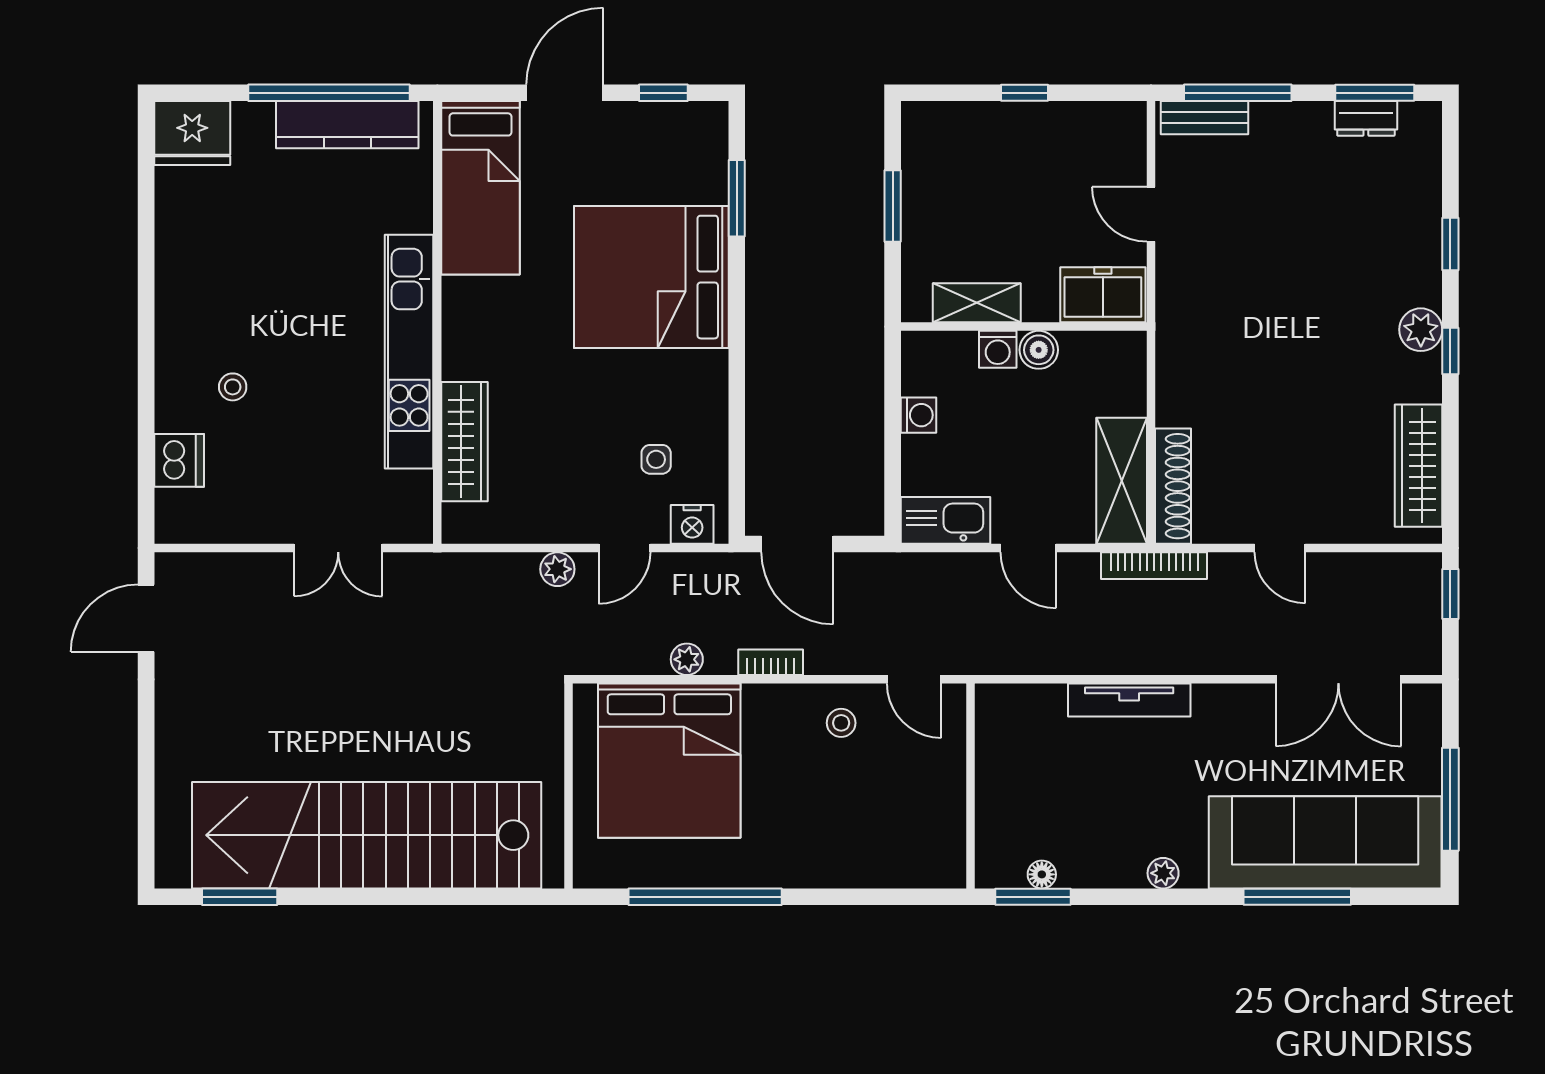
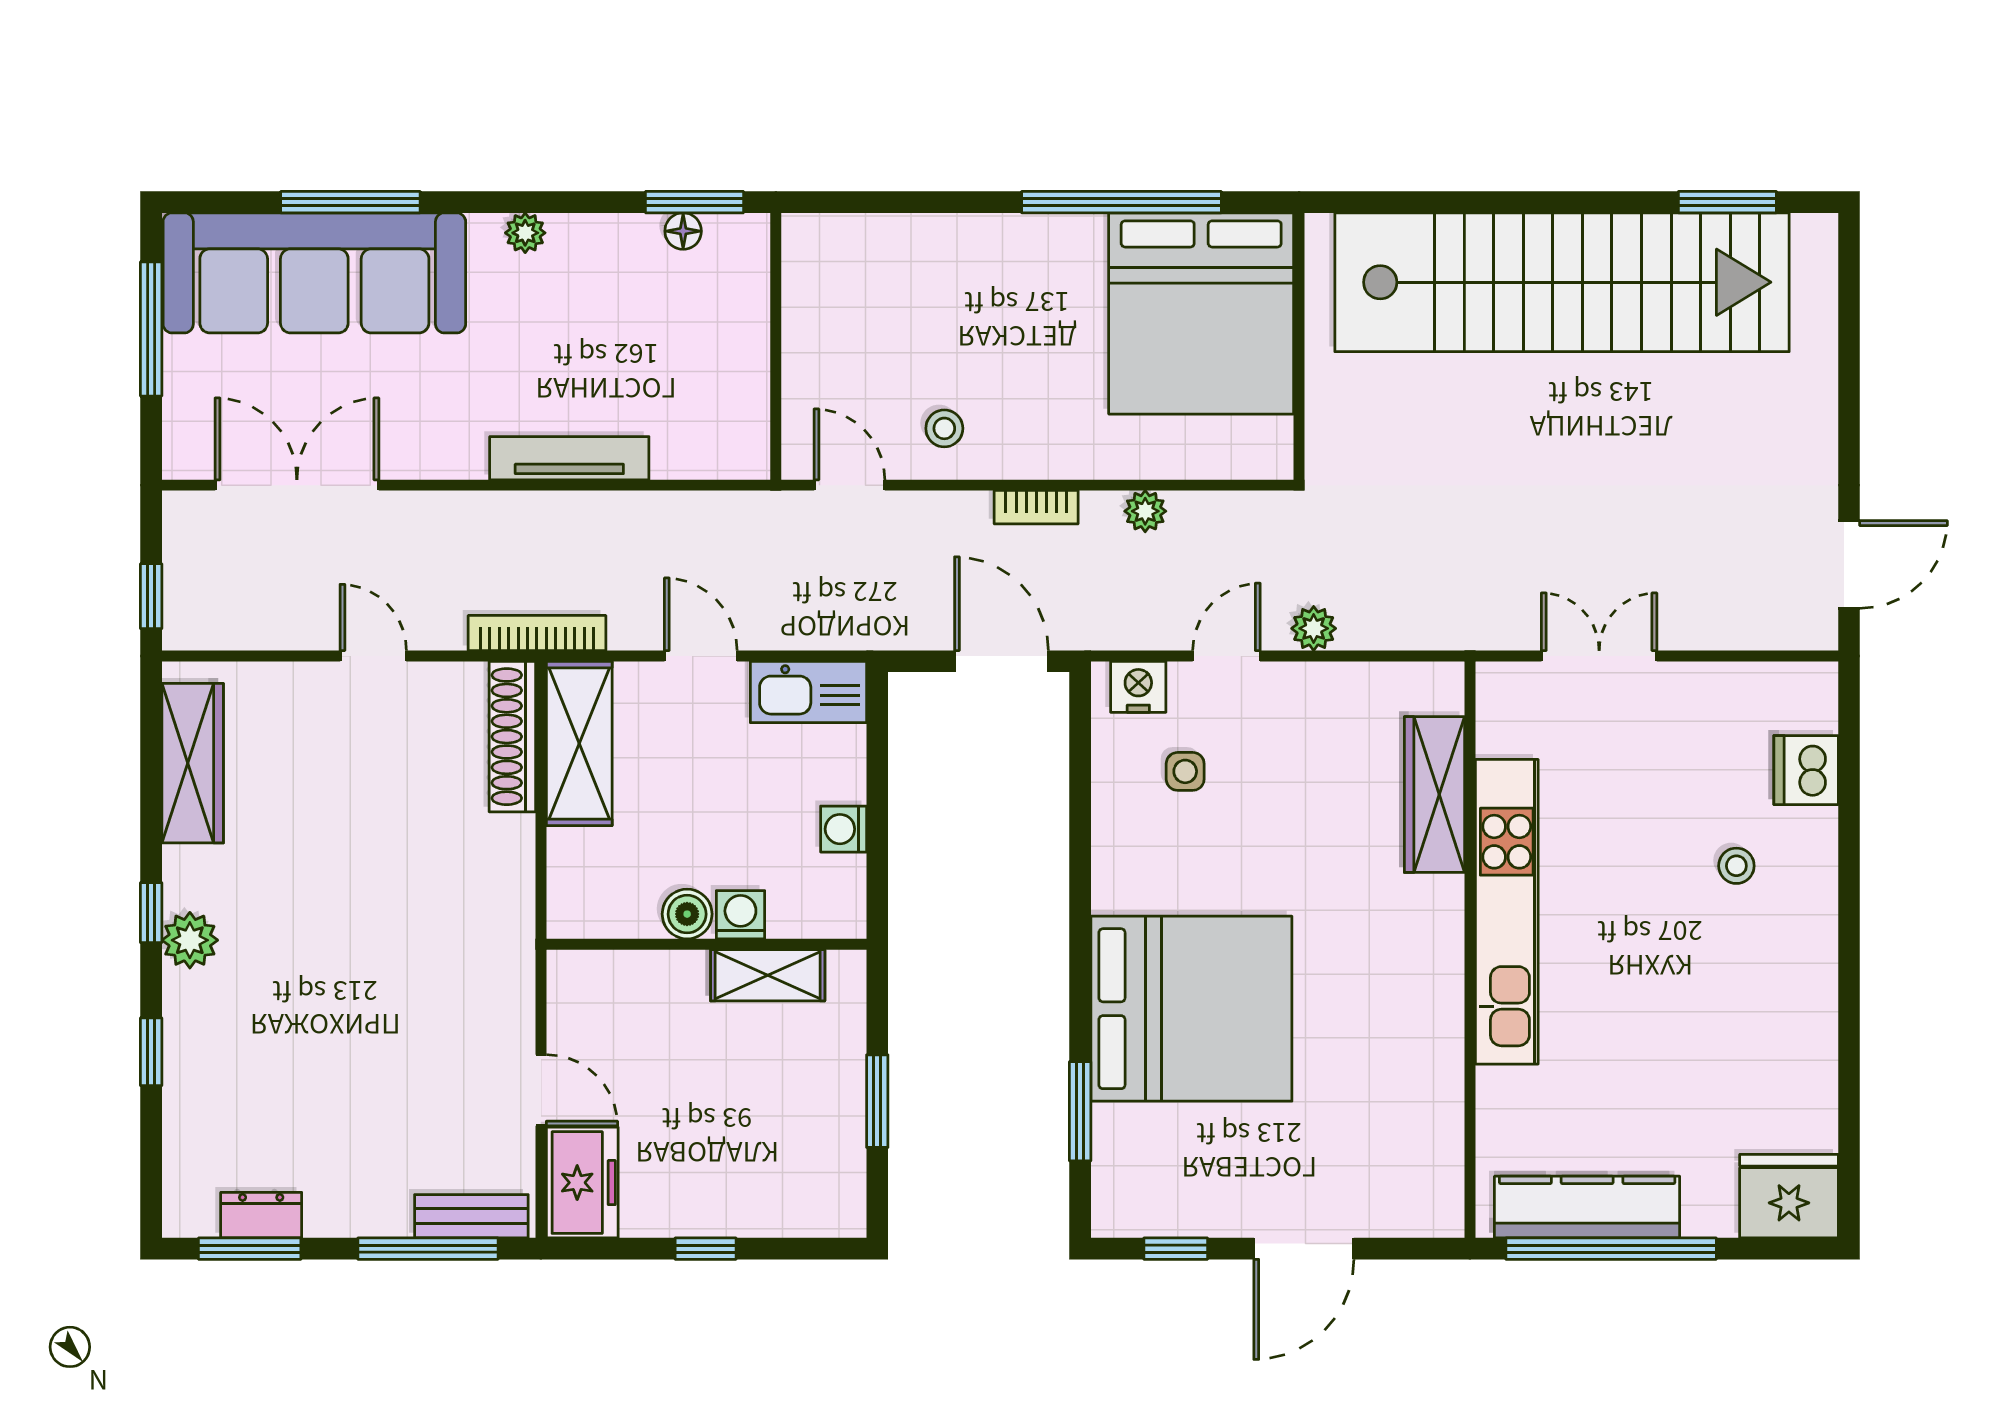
bed: (481, 188) -> (1414, 1125), removed
freezer: (1103, 295) -> (582, 1183), moved, turned -90
bed: (669, 761) -> (1201, 313), moved, turned 180

